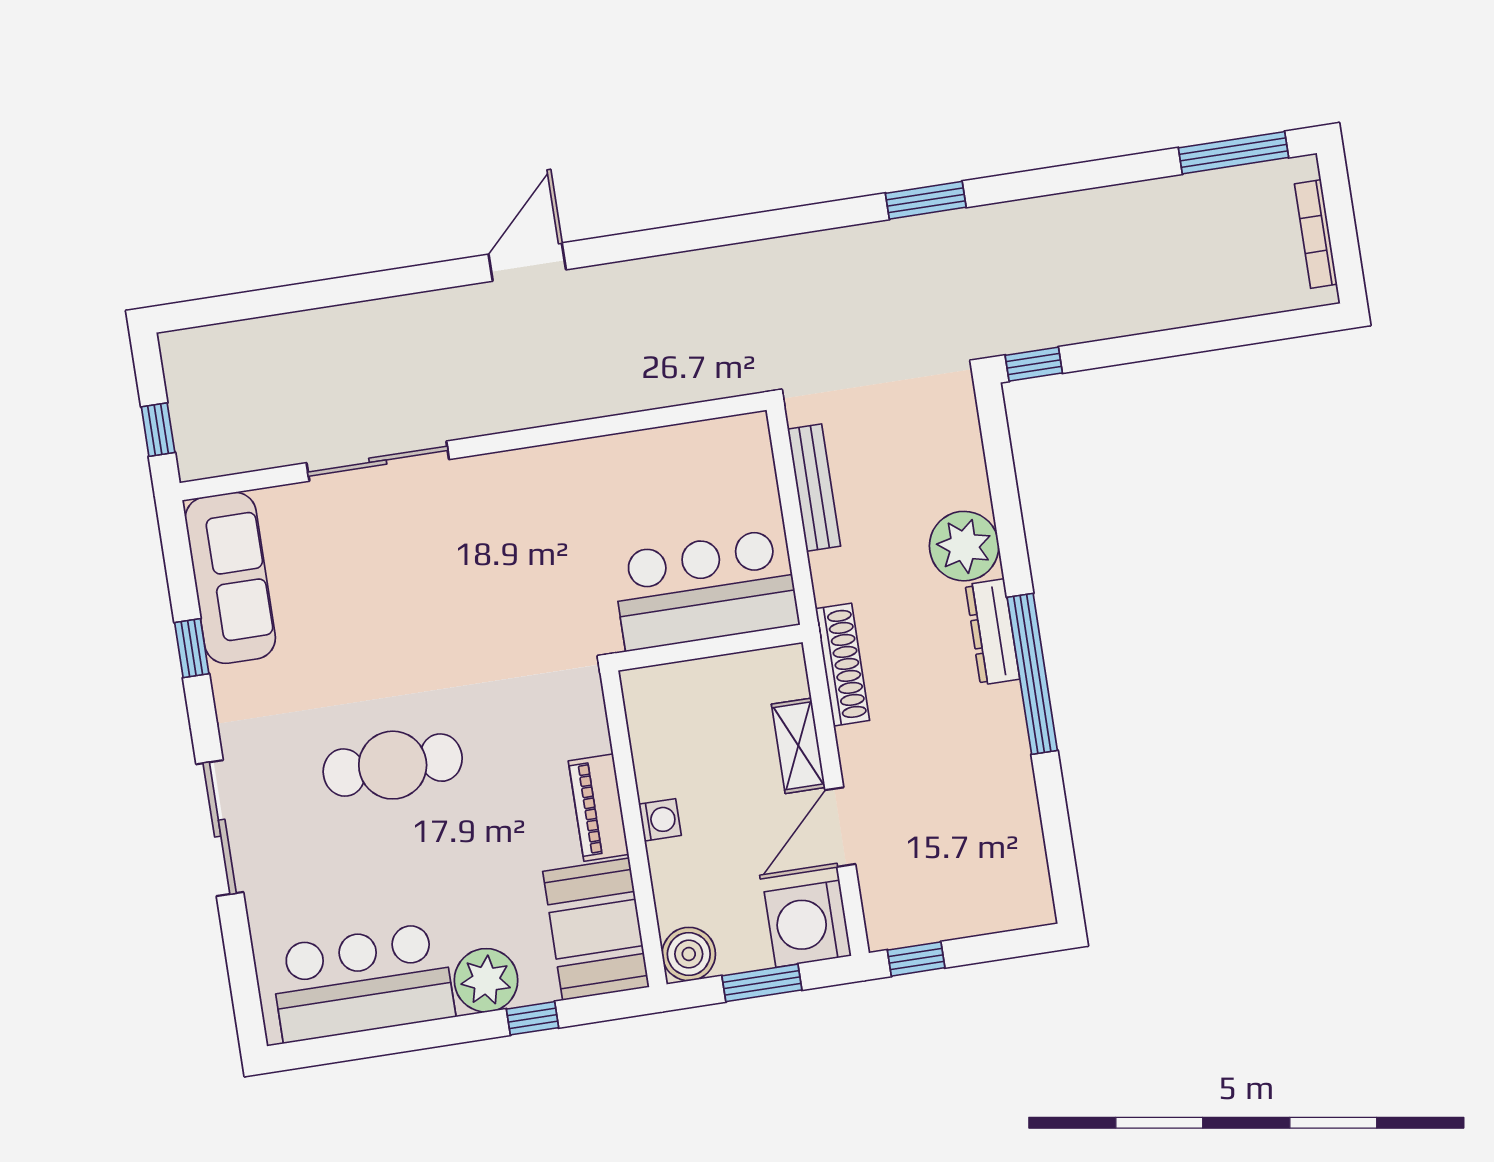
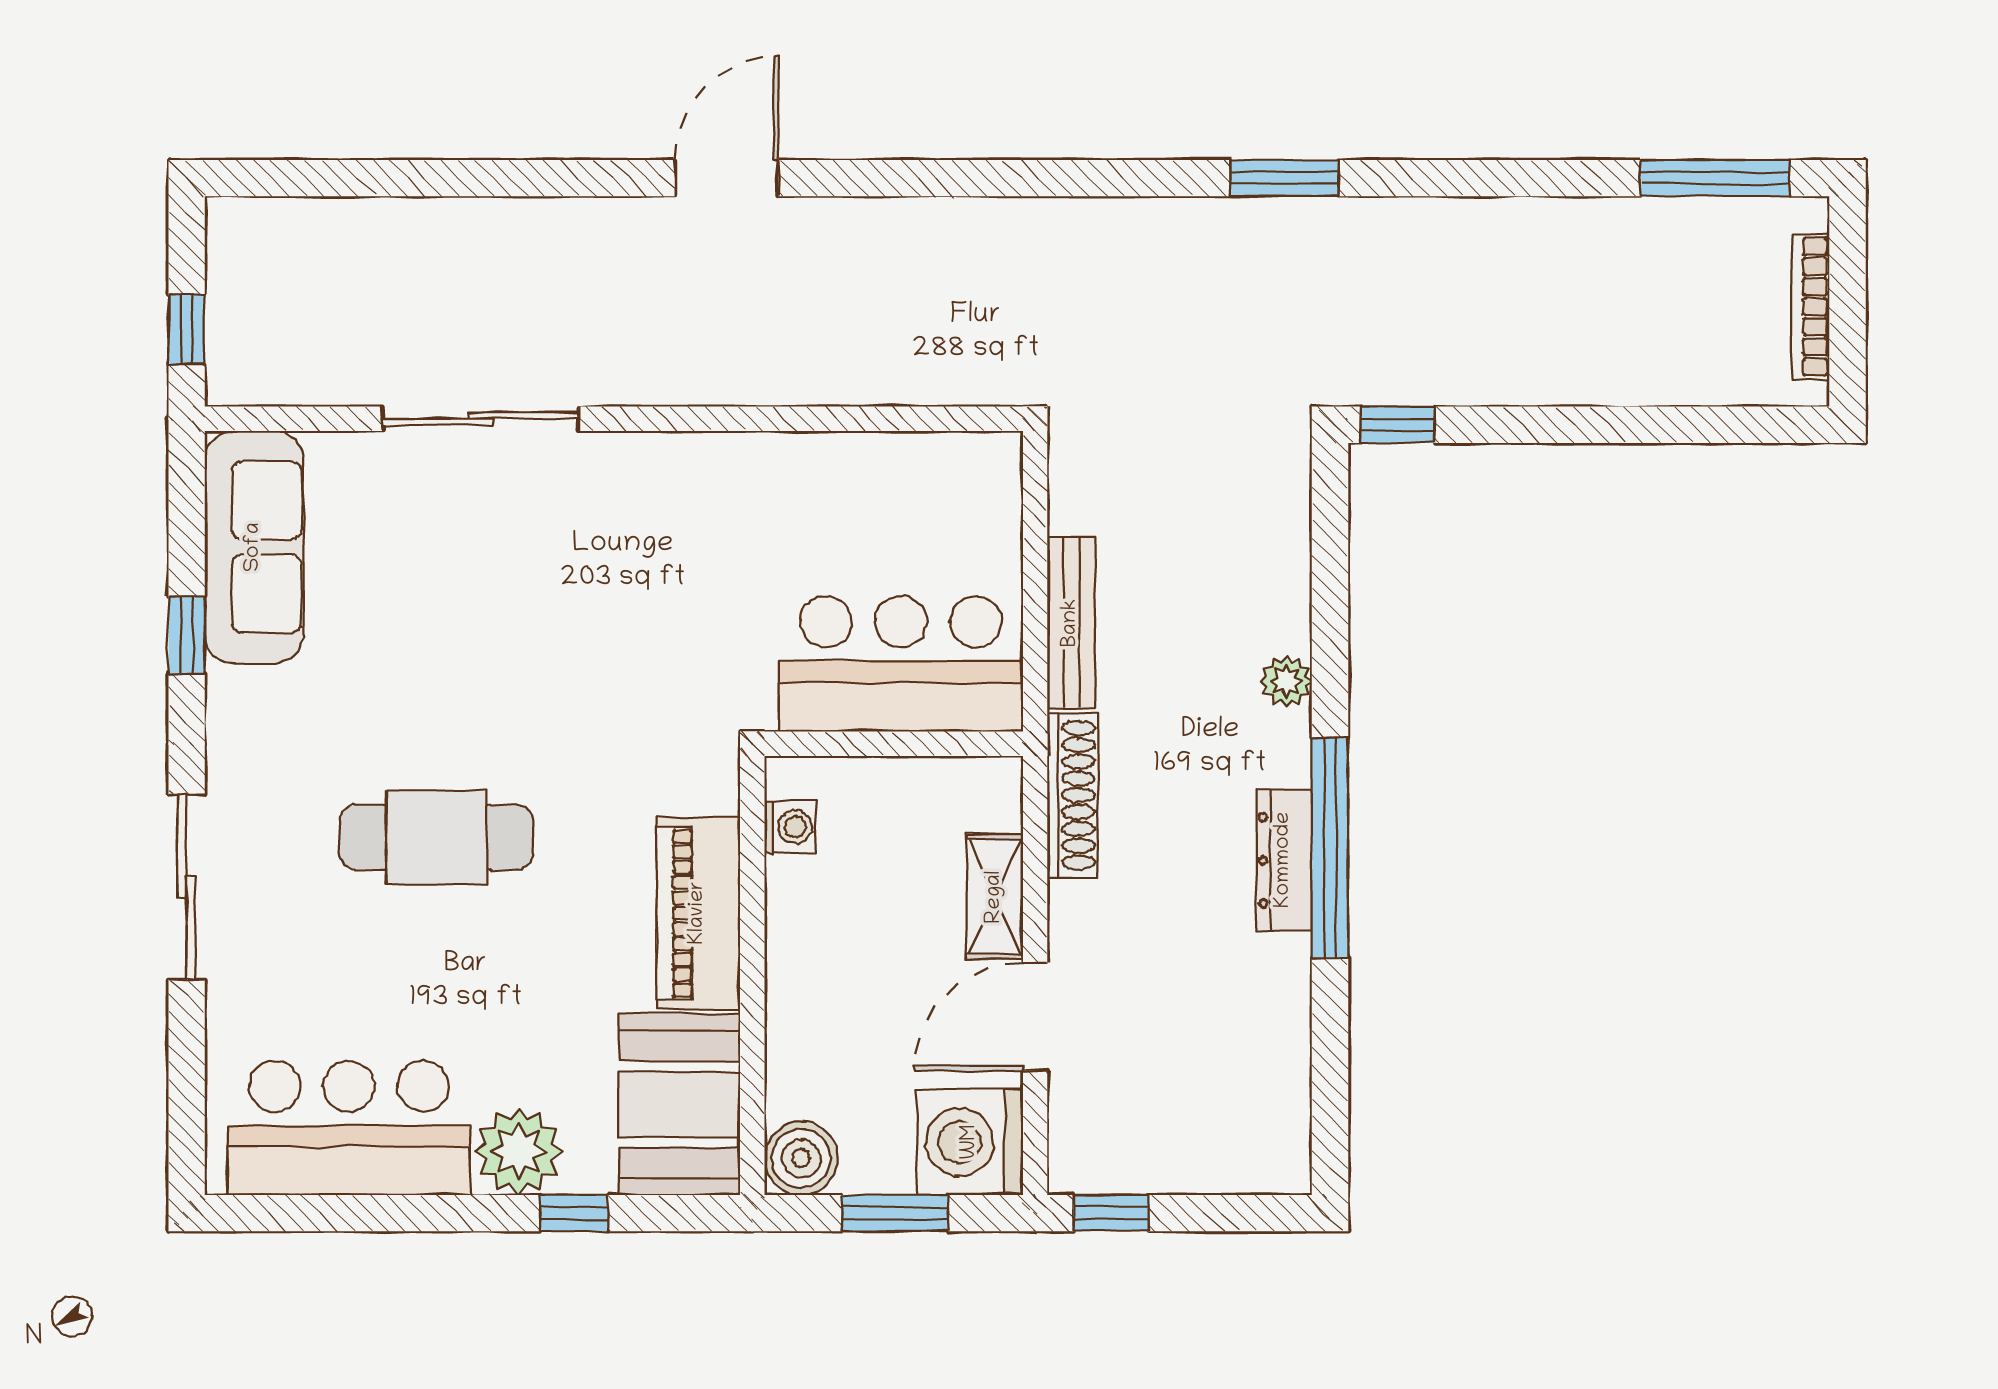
bench: (814, 488) -> (1071, 623), moved
plant: (964, 546) -> (1286, 681), width x0.53, depth x0.53
dresser: (992, 632) -> (1284, 860), moved
piano: (599, 808) -> (698, 913), width x1.37, depth x1.33
washing machine: (660, 820) -> (790, 827), moved

